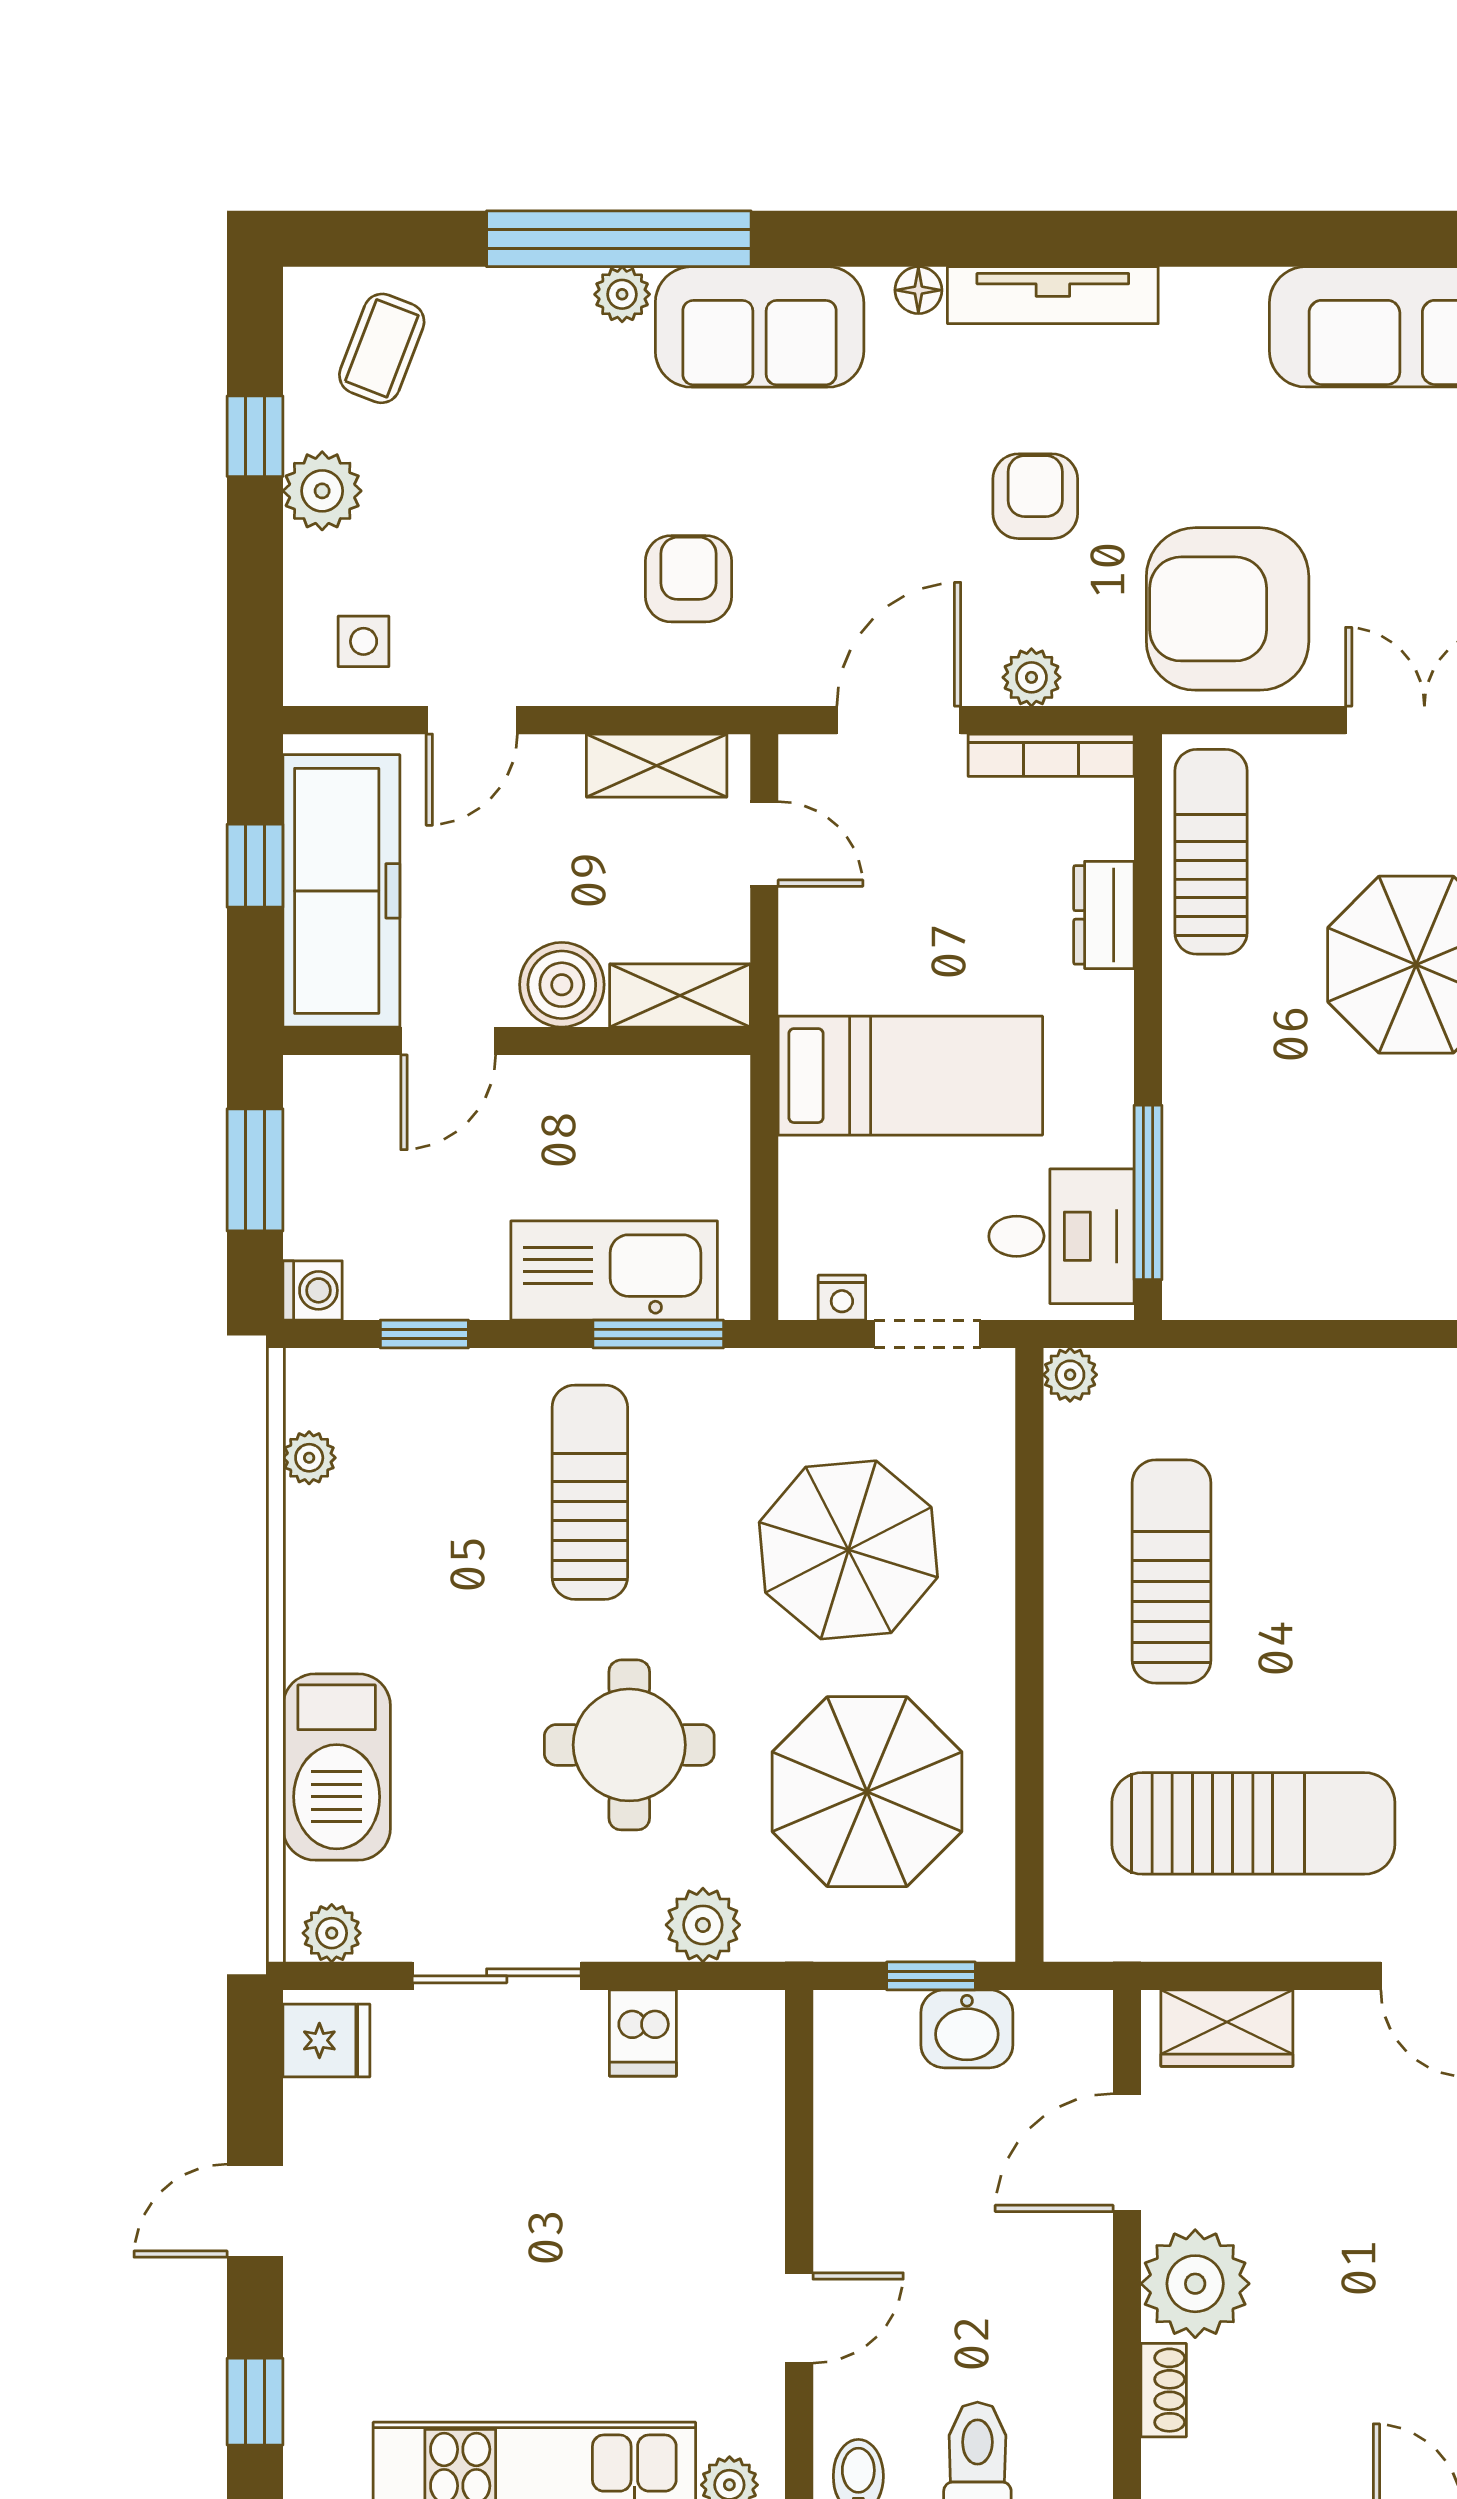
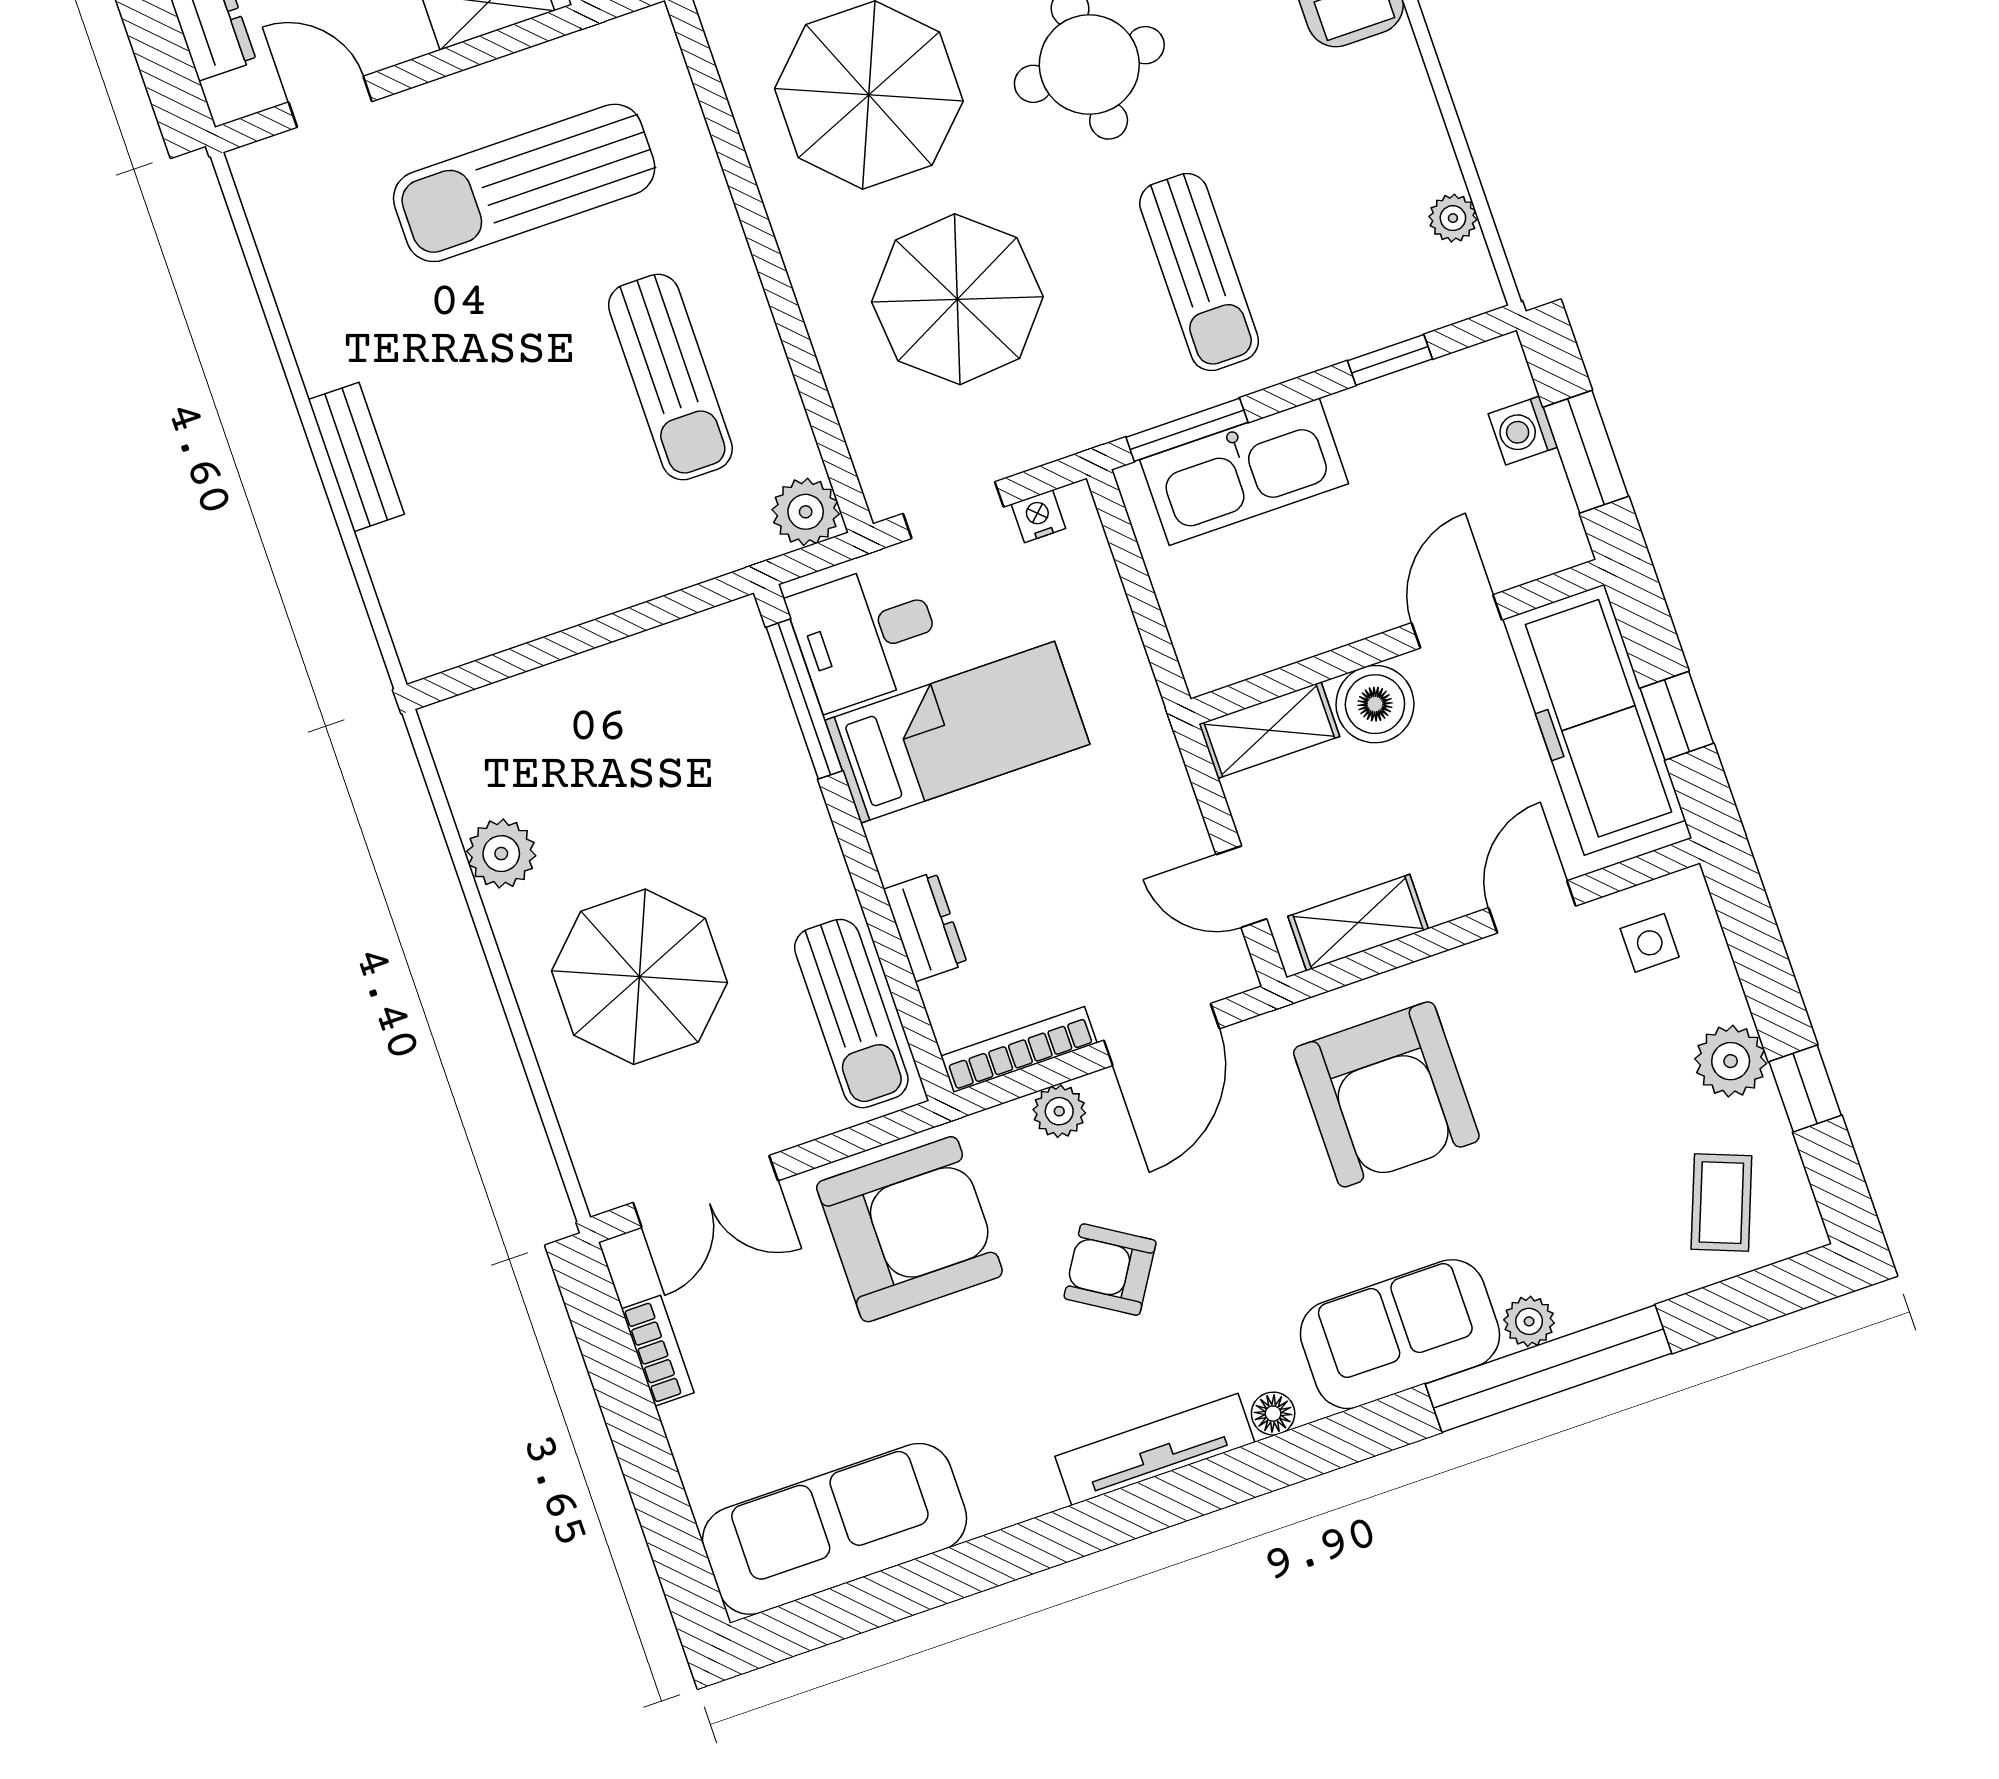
armchair: (1035, 496) -> (1110, 1270), turned 122
armchair: (689, 579) -> (1386, 1094), width x1.88, depth x1.88
bed: (910, 1076) -> (957, 732), moved, turned 180
washing machine: (313, 1290) -> (1523, 430), moved
plant: (1070, 1375) -> (806, 512), width x1.38, depth x1.38

